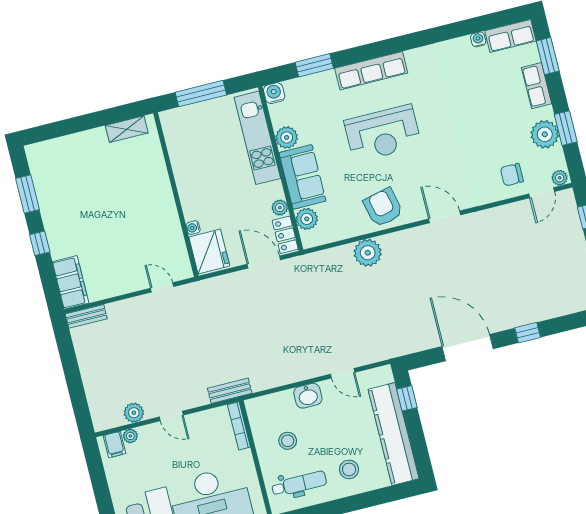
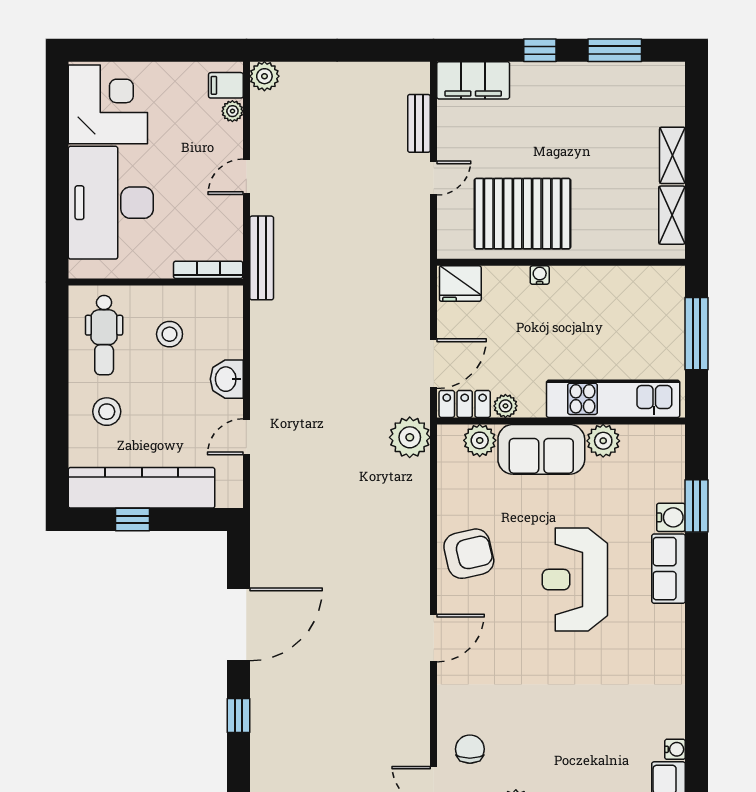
row of seats: (371, 71) -> (669, 569), width x0.68
water cooler: (274, 93) -> (671, 517), moved
shelving: (87, 139) -> (672, 155), added
pallet: (150, 228) -> (522, 214), added
water cooler: (193, 228) -> (540, 275), moved
fridge: (209, 252) -> (460, 284), width x0.73, depth x0.75
plant: (368, 253) -> (410, 437), moved
door: (162, 287) -> (434, 178), moved
bench: (86, 316) -> (419, 123), moved
bench: (230, 391) -> (262, 258), width x1.36
window: (407, 398) -> (132, 520), moved
plant: (134, 413) -> (264, 76), moved

